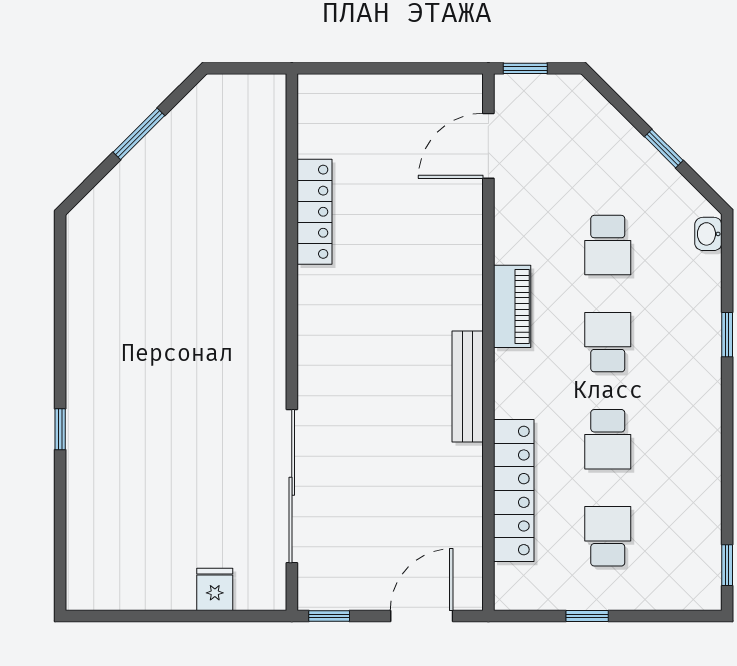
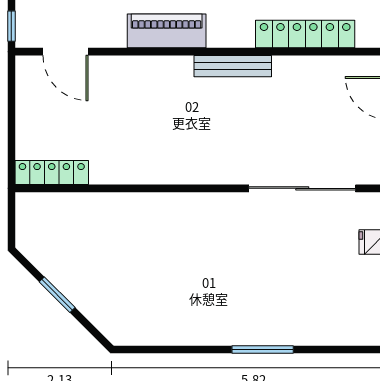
locker: (314, 212) -> (52, 173), moved
piano: (512, 306) -> (167, 31), width x1.37, depth x1.33
window: (60, 429) -> (263, 350), width x2.17

